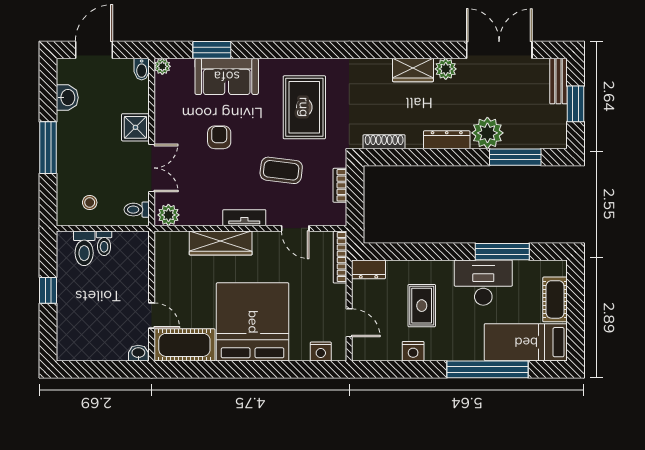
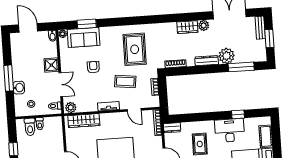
door: (94, 50) -> (28, 28), hinge flipped
sofa: (227, 76) -> (84, 37), moved
washbasin: (67, 98) -> (19, 88), moved
wardrobe: (221, 243) -> (84, 121), moved
window: (502, 252) -> (238, 114), width x0.46

